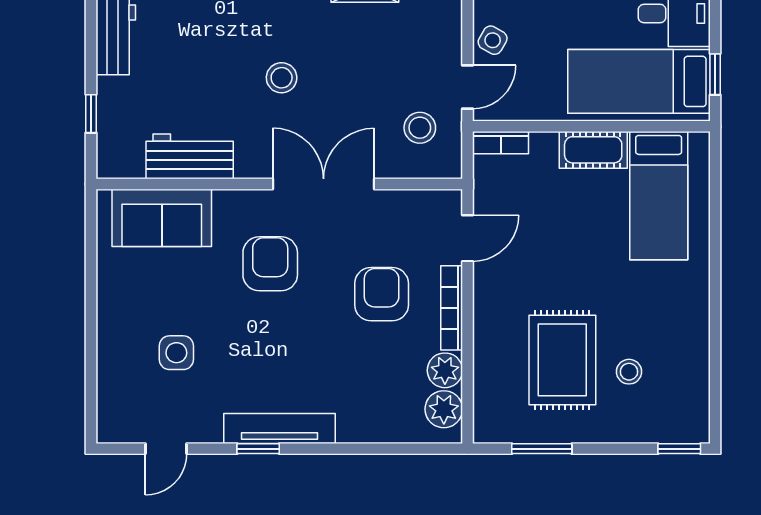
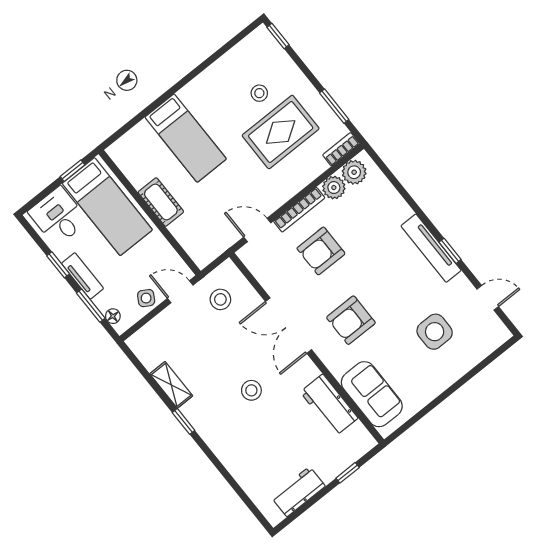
bookcase: (501, 143) -> (341, 149), moved, turned -90
bed: (659, 196) -> (186, 138), moved, turned 90
side table: (176, 353) -> (435, 332), width x1.37, depth x1.37

